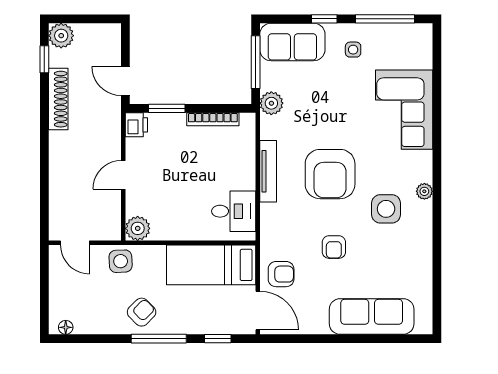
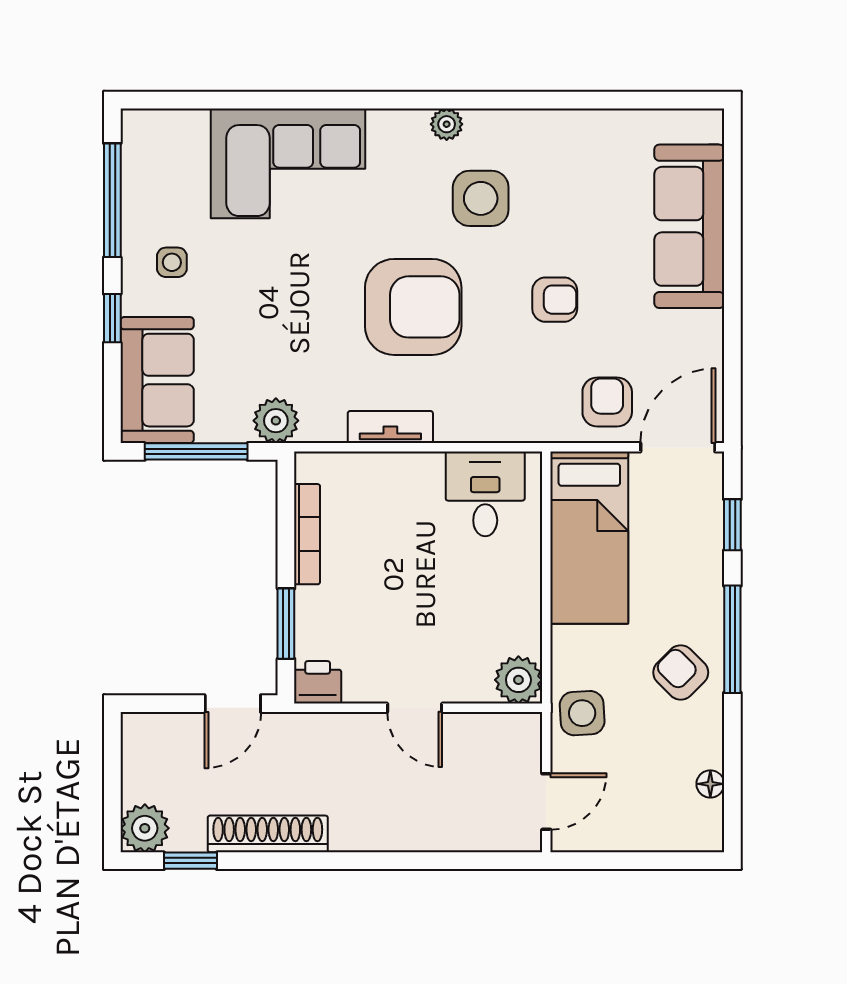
tv unit: (268, 171) -> (390, 427), width x0.71
floor lamp: (66, 327) -> (710, 784), moved

